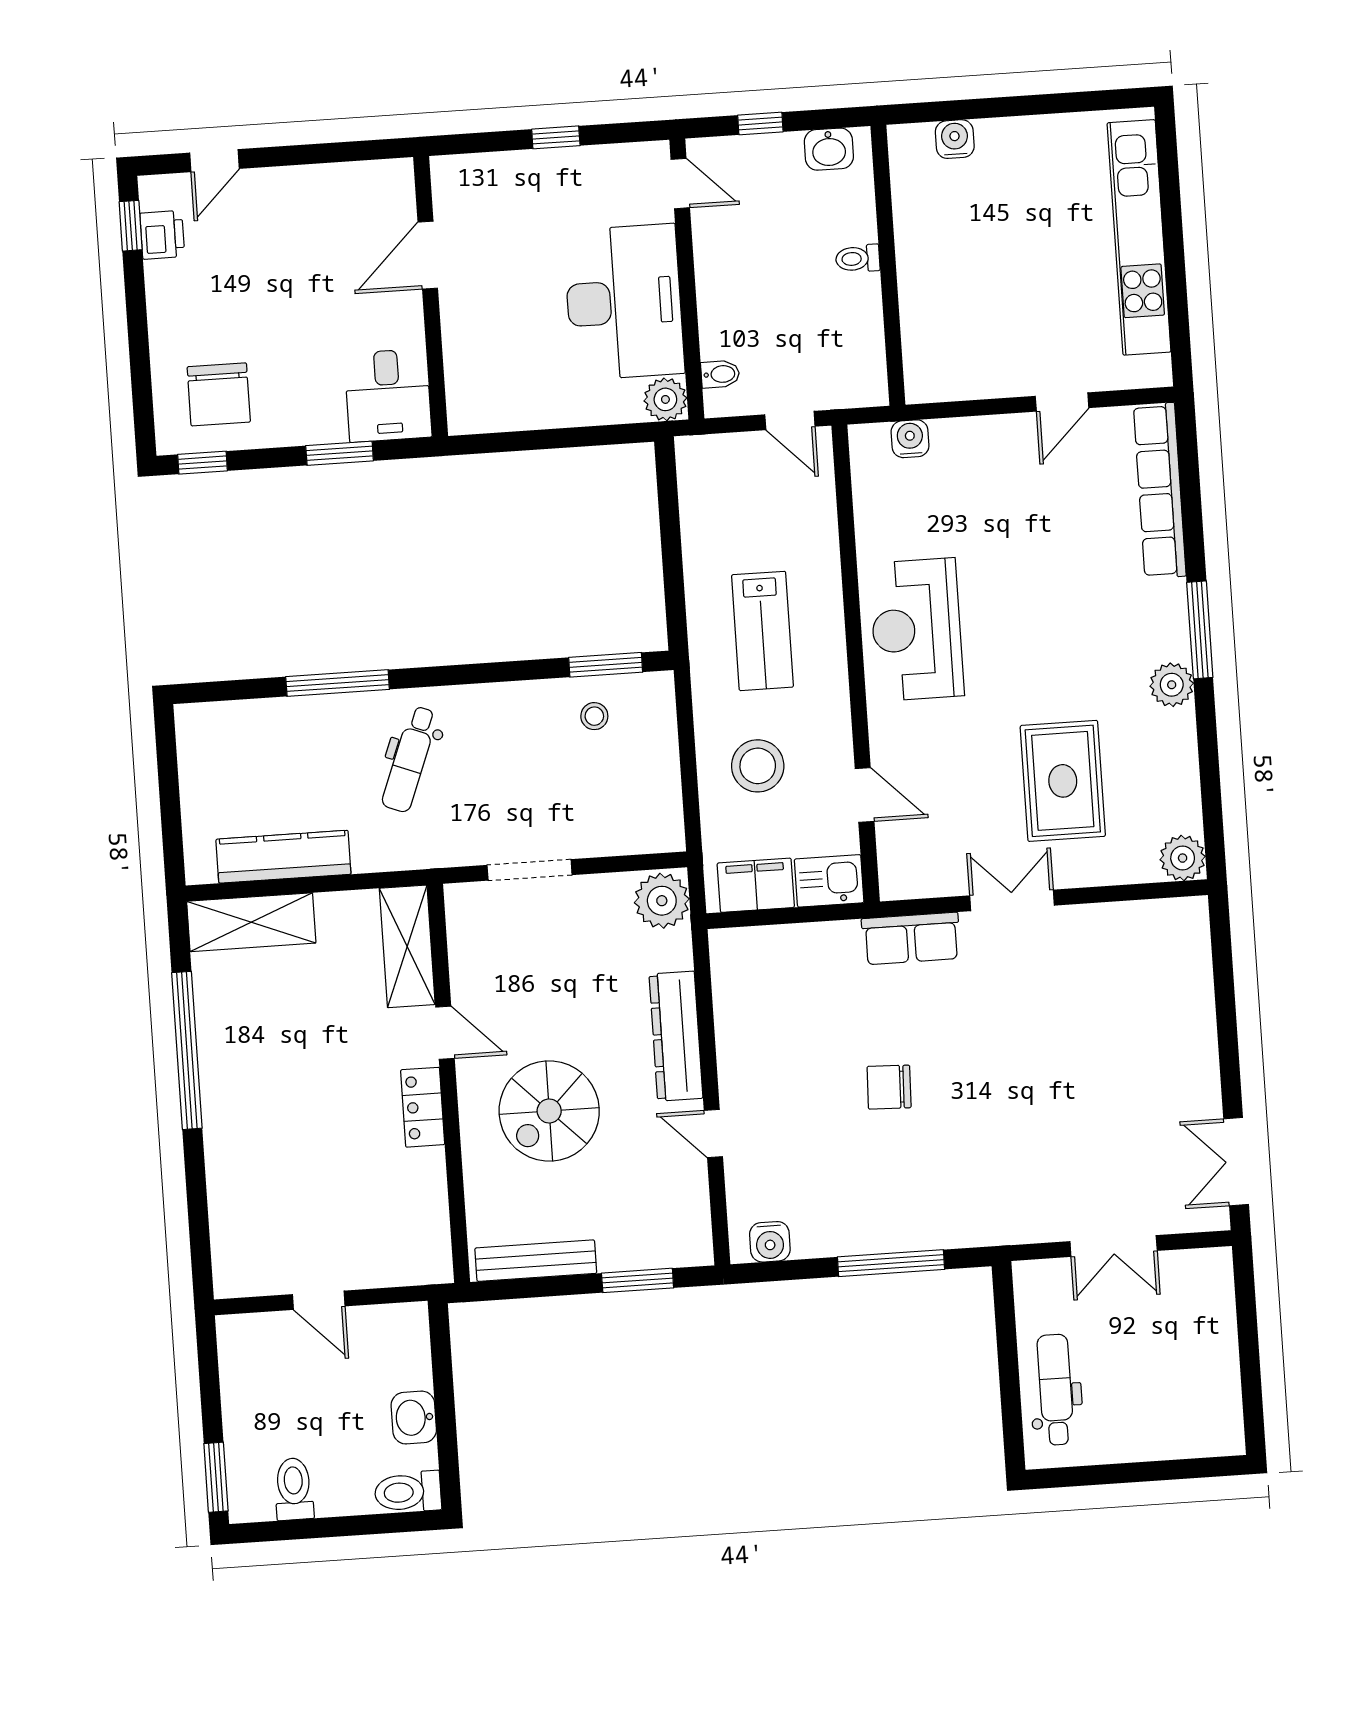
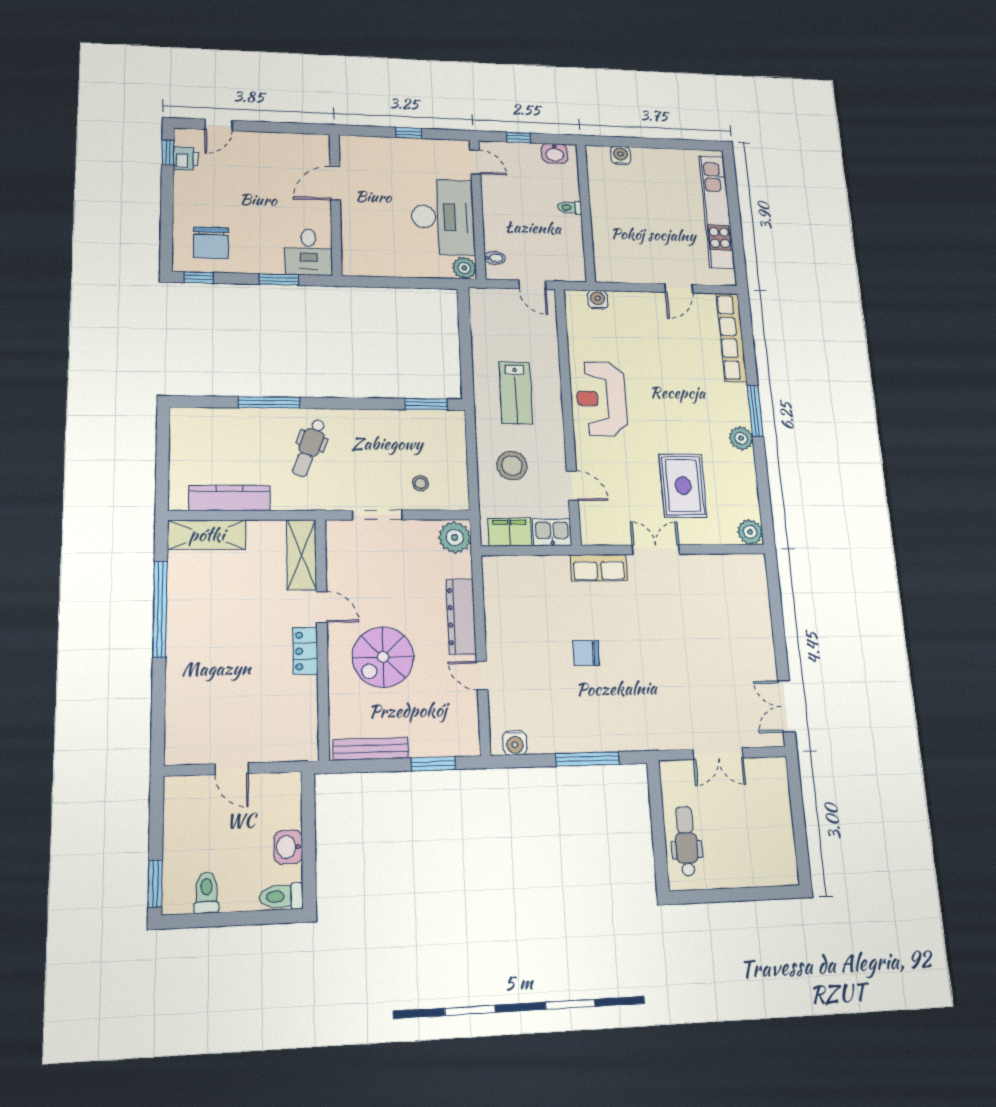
stool: (594, 716) -> (420, 483), moved

